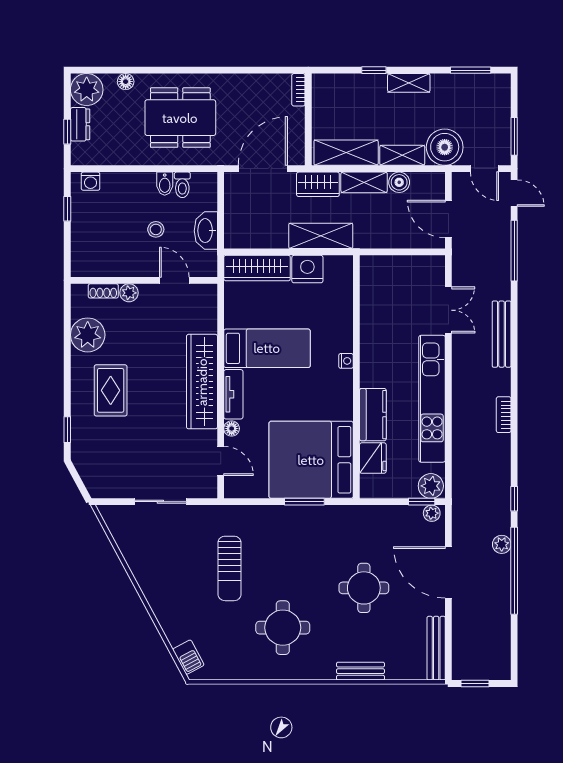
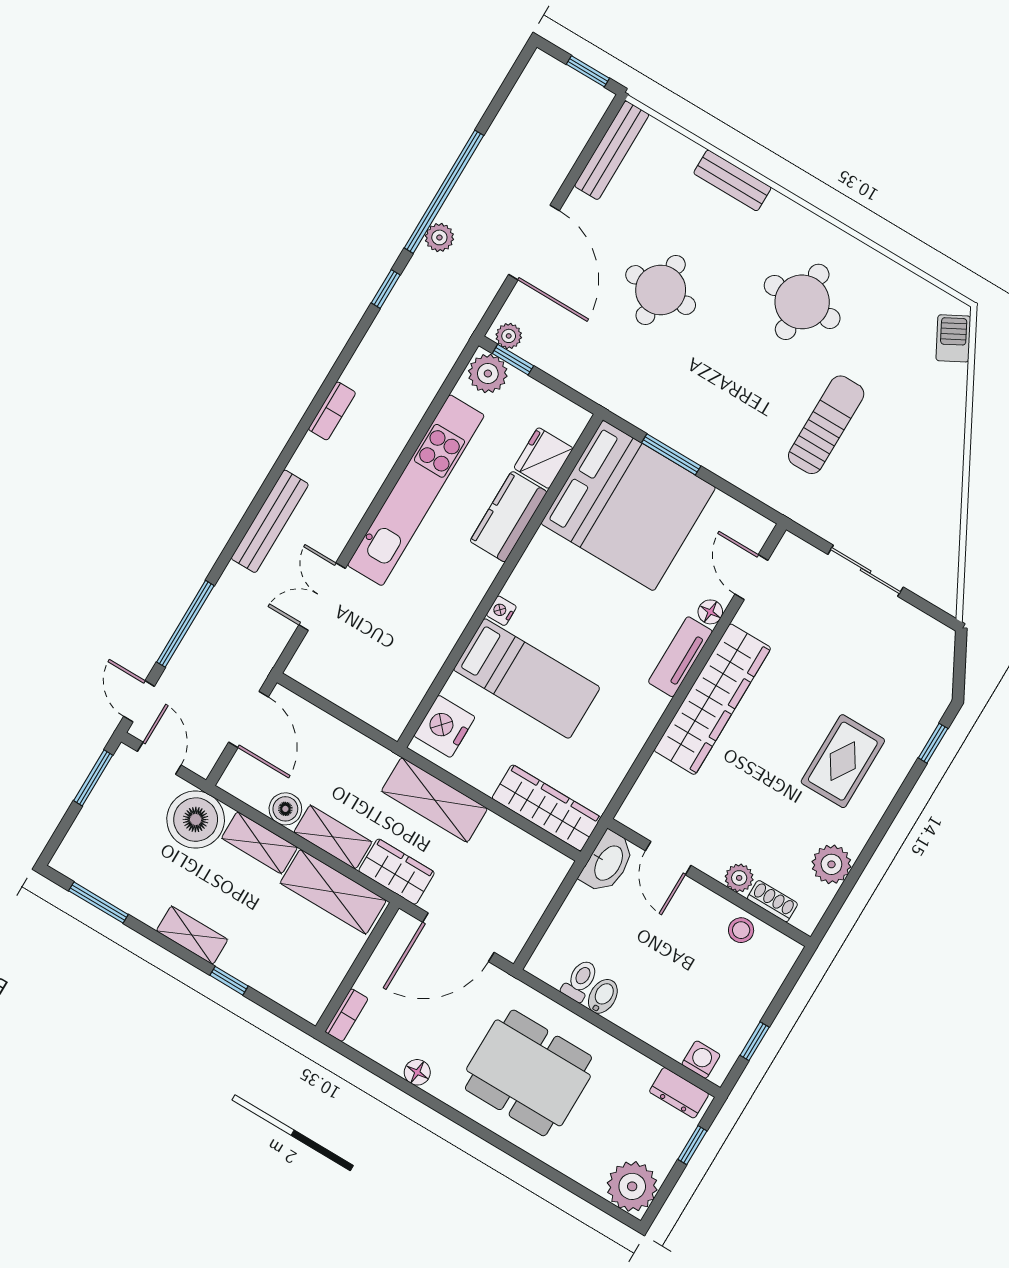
floor lamp: (126, 82) -> (417, 1072), moved
dresser: (80, 124) -> (679, 1093), moved, turned -90
stool: (156, 229) -> (741, 930), moved
washbasin: (206, 231) -> (608, 862), moved
nightstand: (307, 269) -> (444, 726), moved, turned 90
plant: (88, 335) -> (831, 864), width x0.73, depth x0.73
bed: (267, 348) -> (527, 679), moved, turned 180

